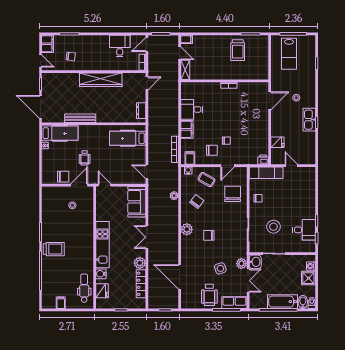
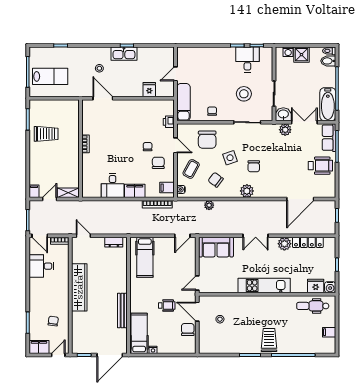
printer: (263, 160) -> (169, 122), moved
chair: (233, 194) -> (207, 140), turned -90
side table: (220, 268) -> (230, 158), moved
water cooler: (101, 274) -> (330, 287), moved
bathtub: (283, 302) -> (328, 104), moved

